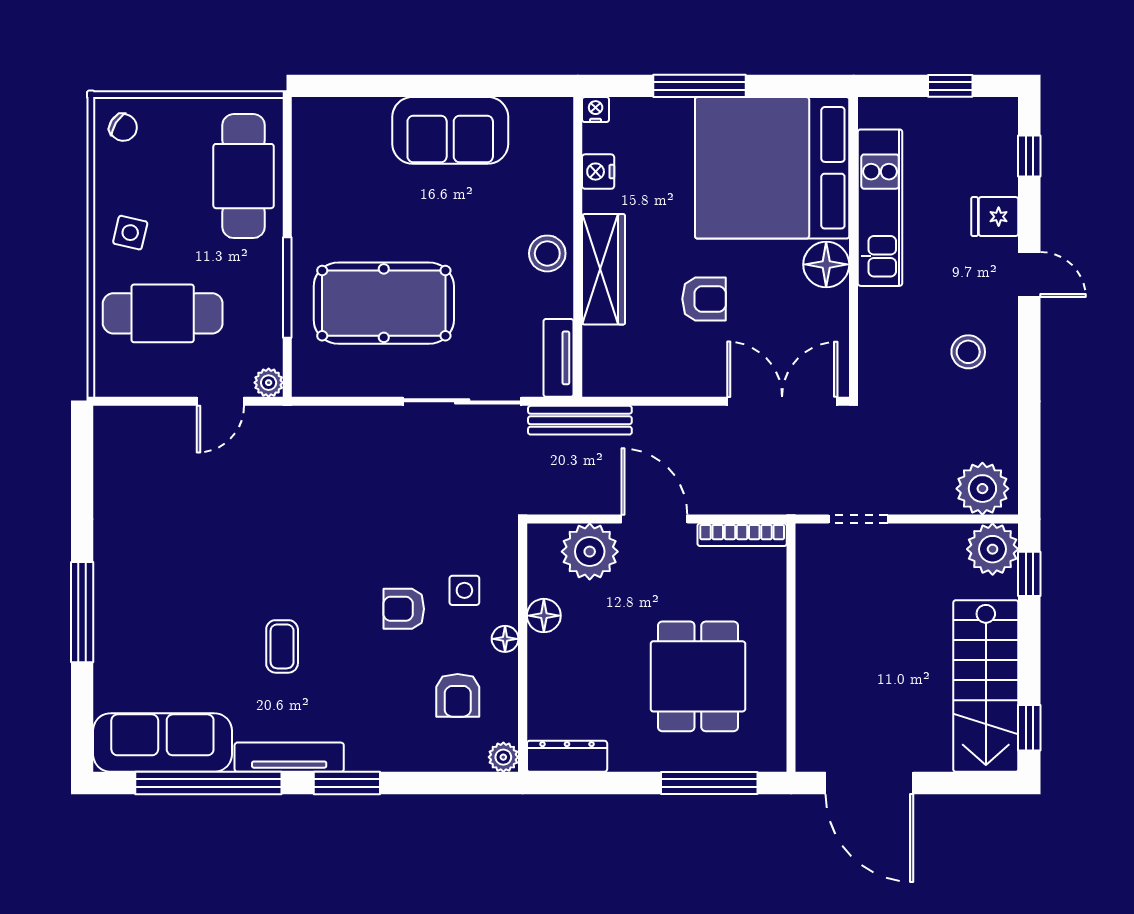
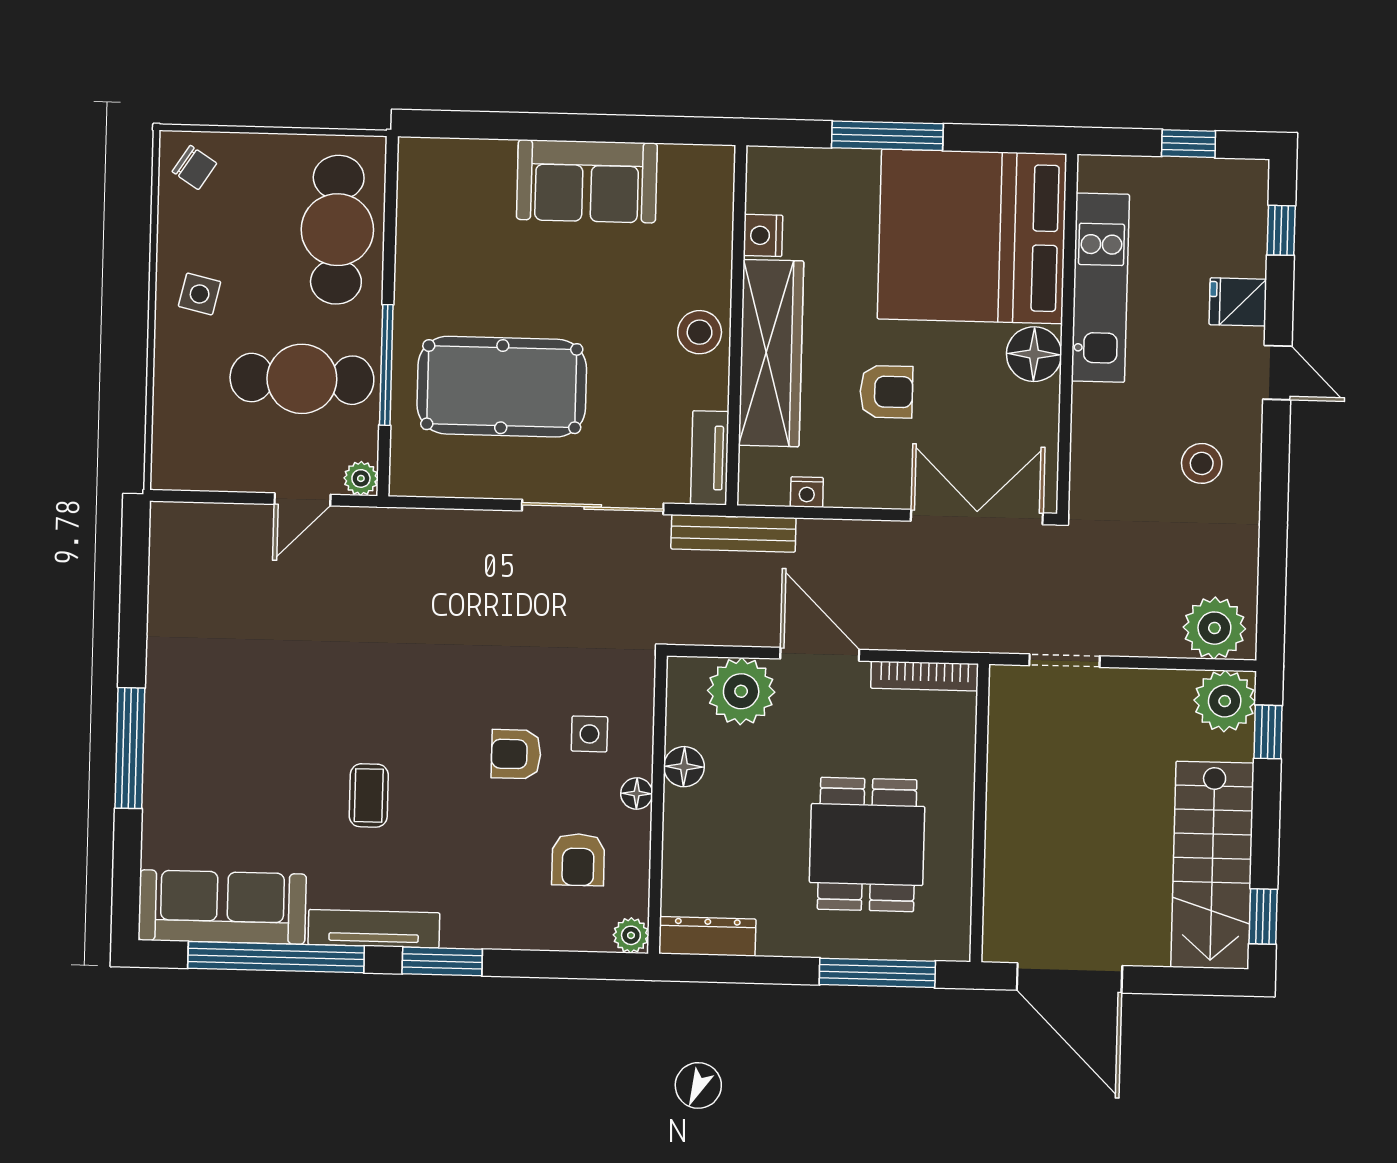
nightstand: (596, 110) -> (807, 492), moved, turned 180
wardrobe: (604, 269) -> (771, 353), width x1.40, depth x1.17
cafe table: (163, 313) -> (302, 379), moved

